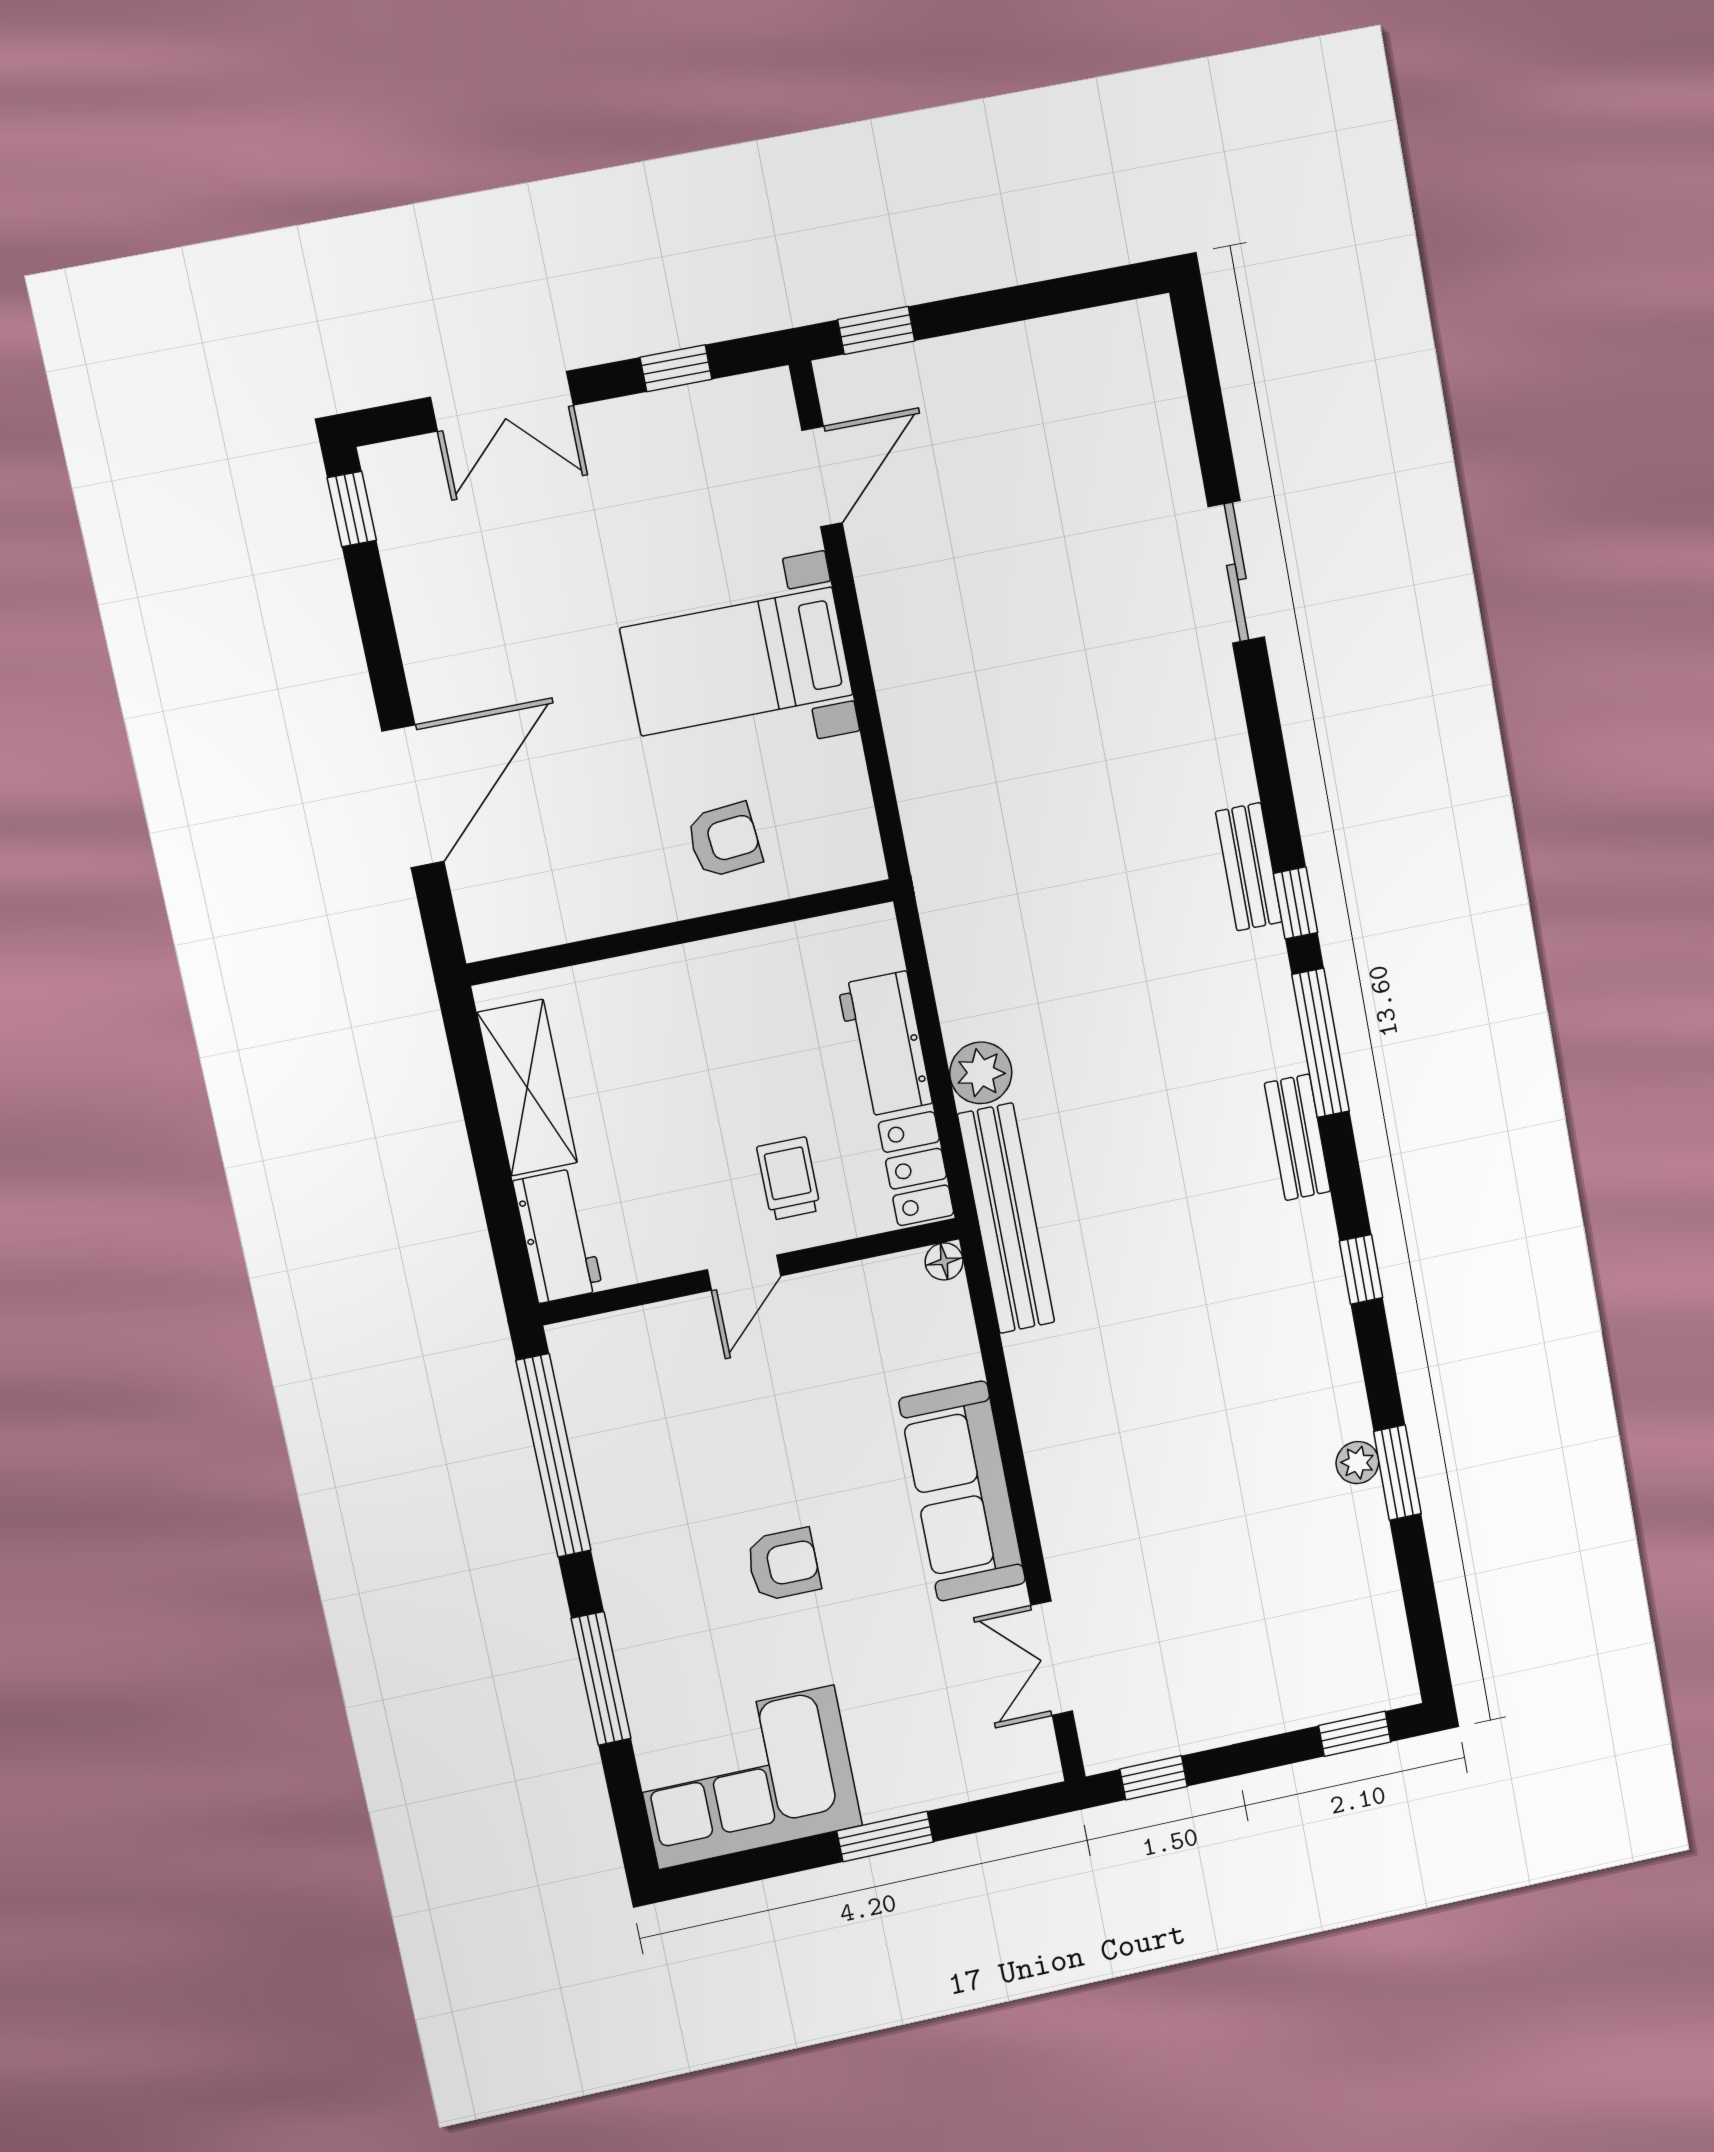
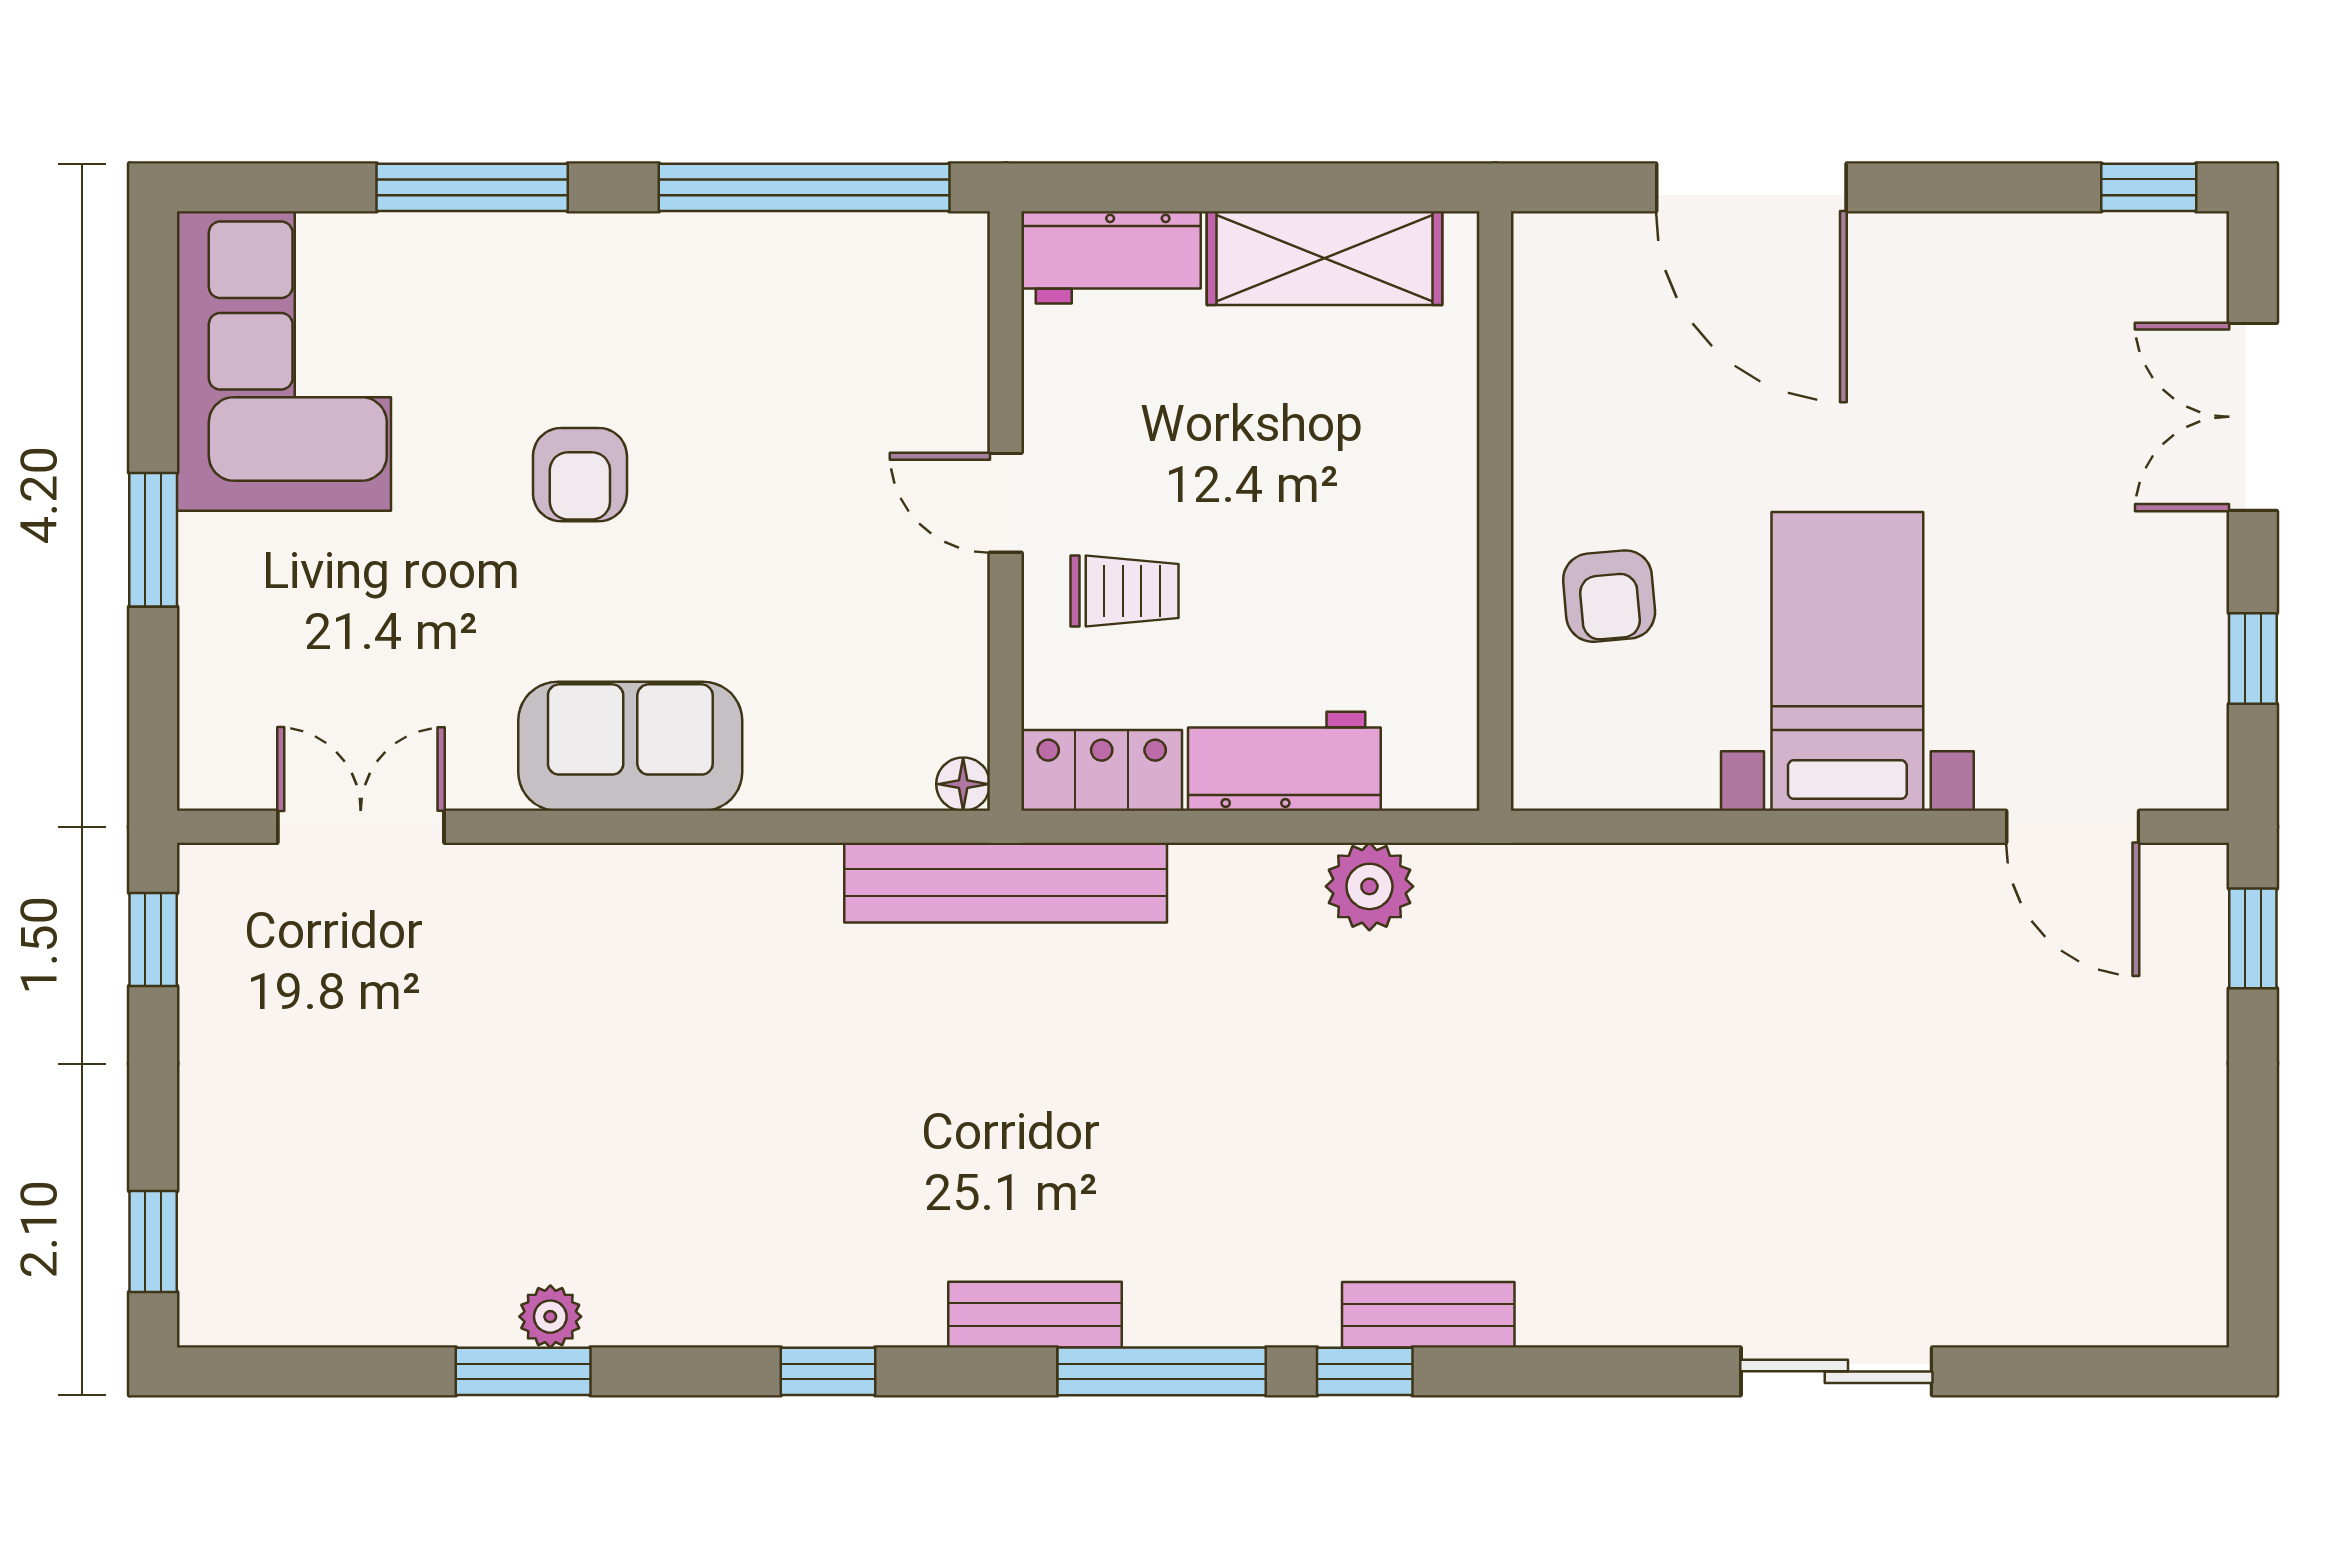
plant: (981, 1073) -> (1369, 886), moved
sofa: (962, 1491) -> (630, 746), width x0.73

